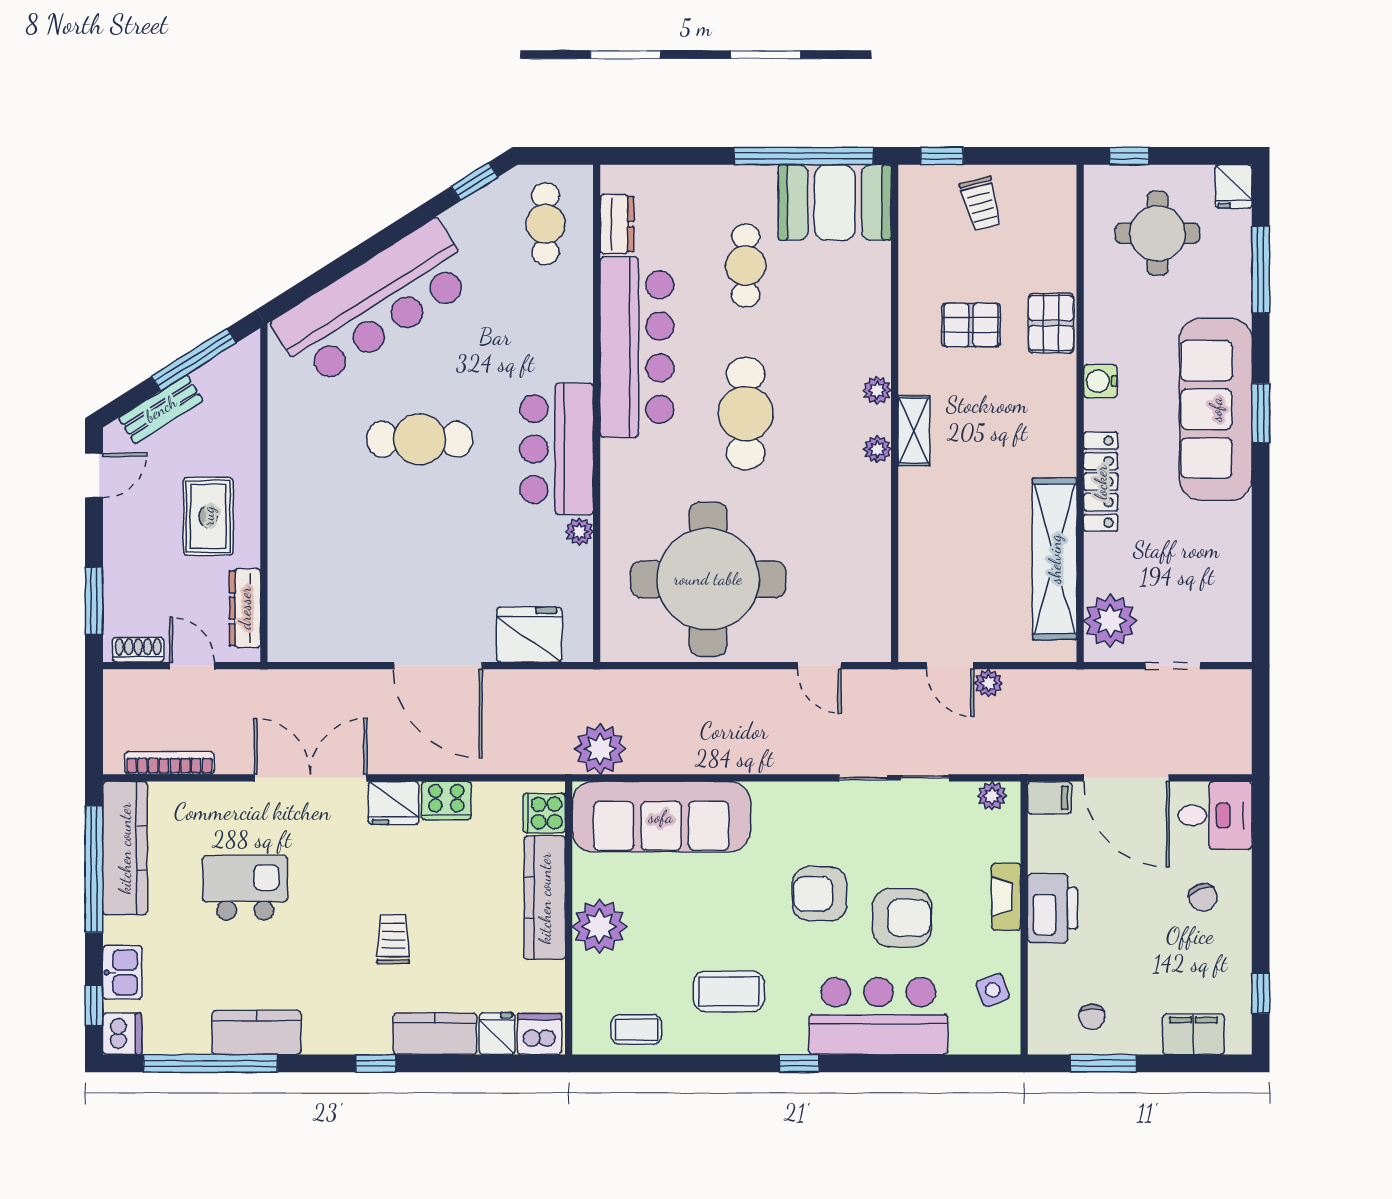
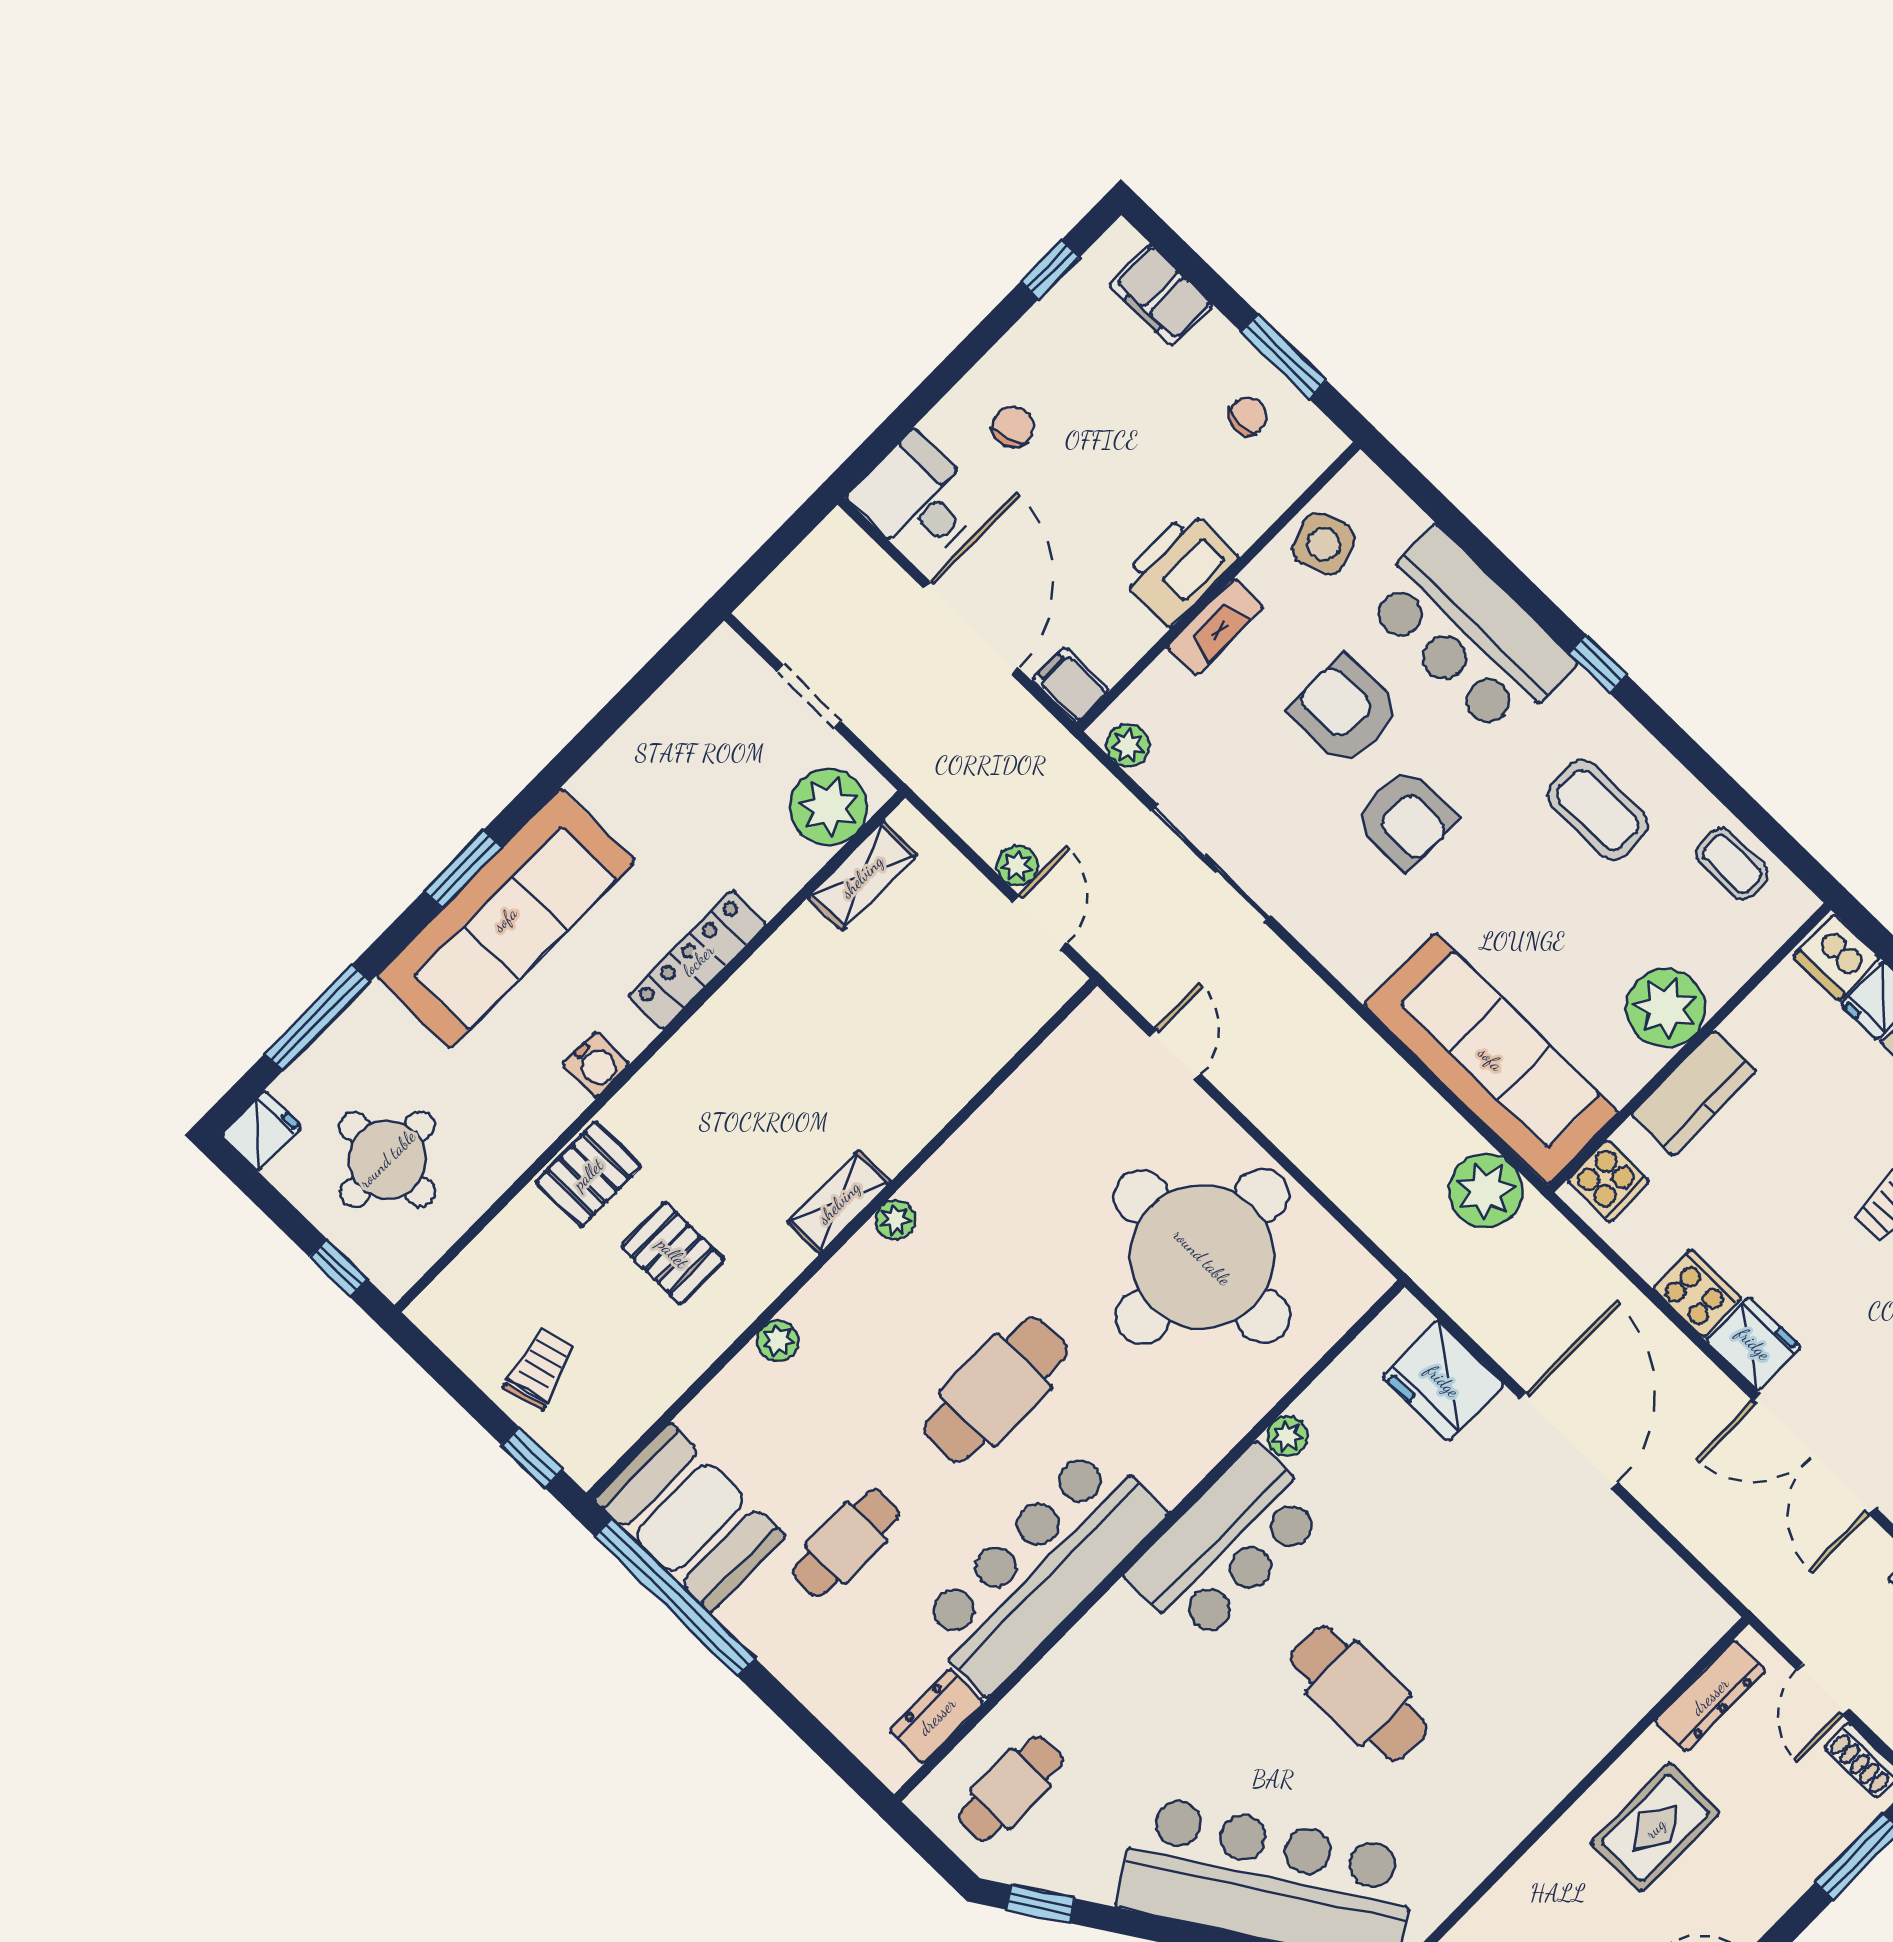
plant: (877, 390) -> (778, 1341), moved
shelving: (1055, 559) -> (862, 876), width x0.45, depth x0.75
kitchen counter: (545, 898) -> (1694, 1093), width x0.67
side table: (993, 990) -> (1324, 544), width x1.37, depth x1.37

